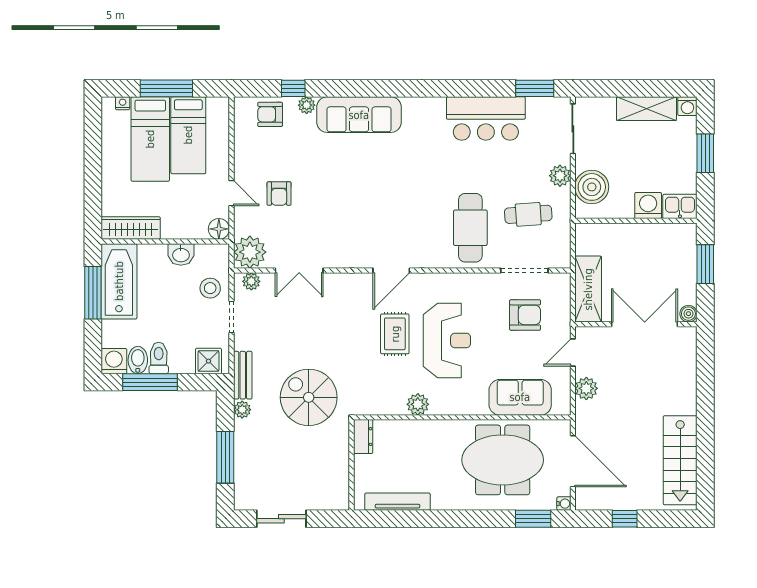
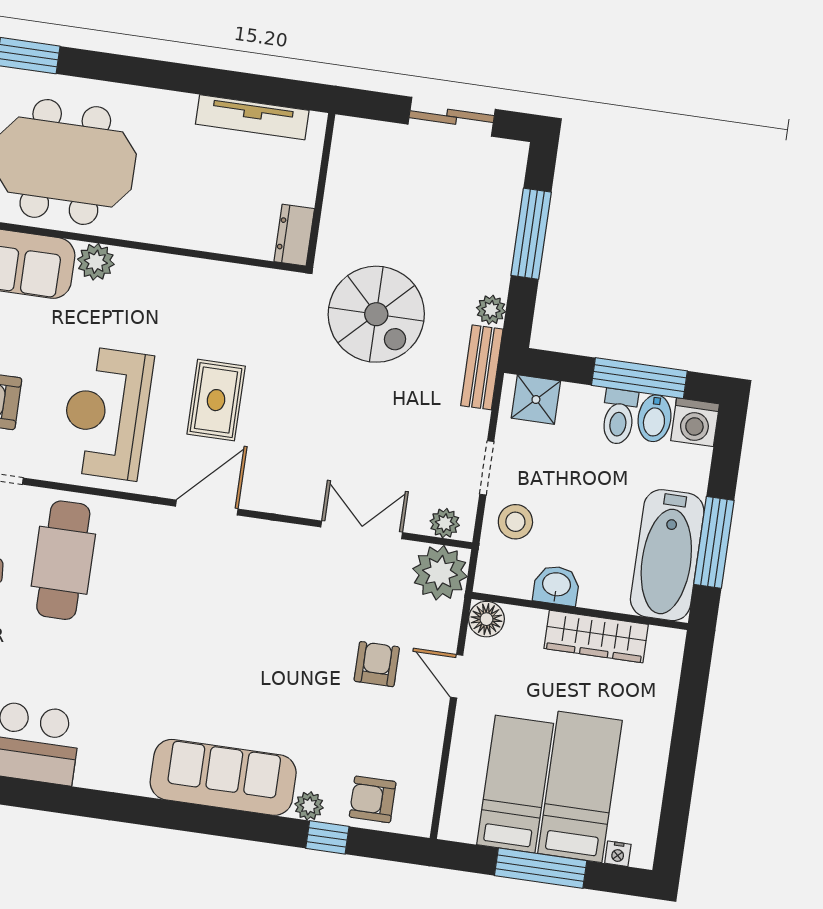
armchair: (270, 114) -> (373, 799), turned 180
wardrobe: (131, 228) -> (596, 636), moved
reception desk: (447, 340) -> (106, 413), moved
plant: (418, 404) -> (96, 262), moved

